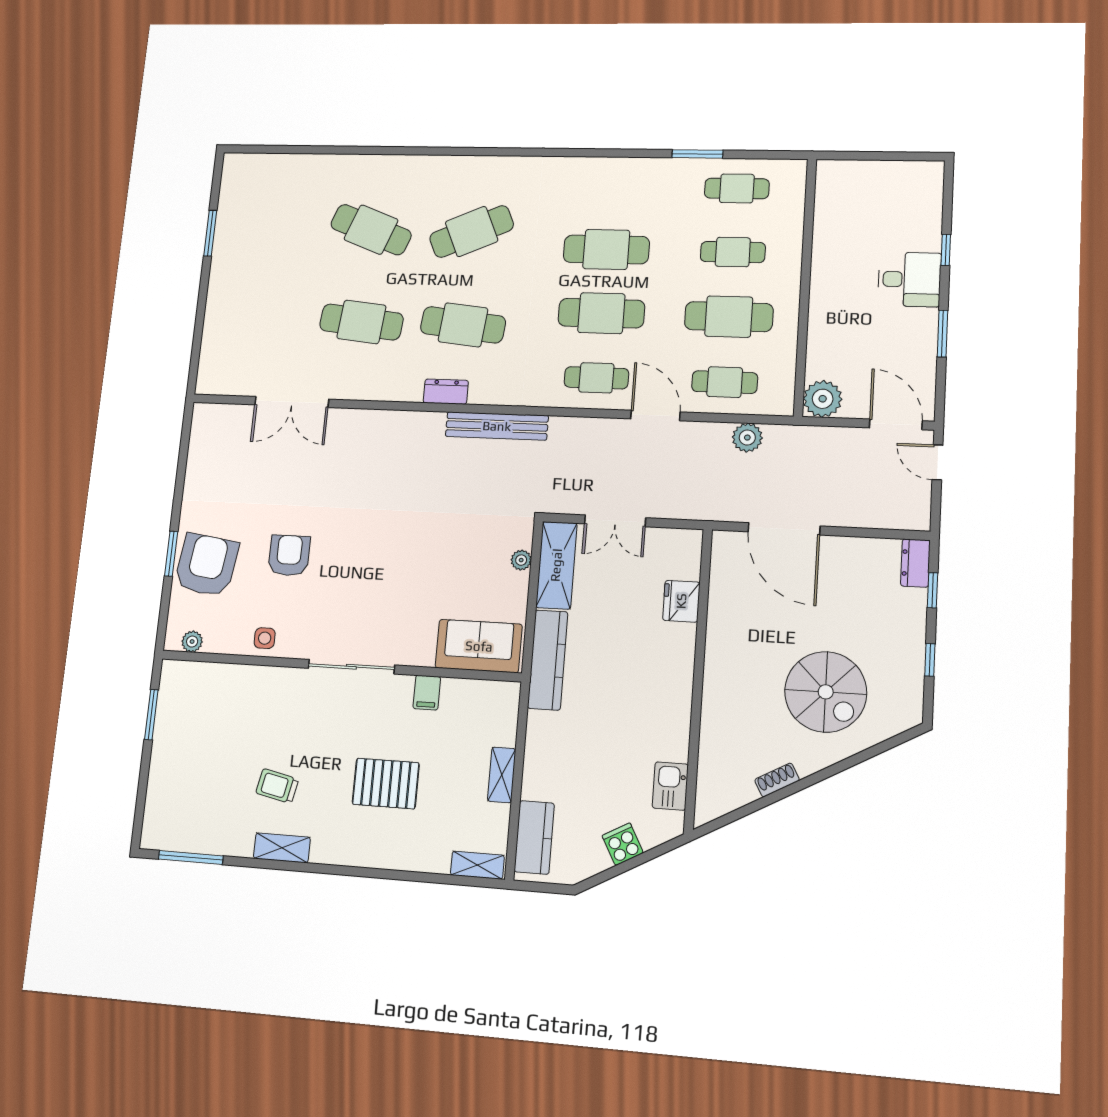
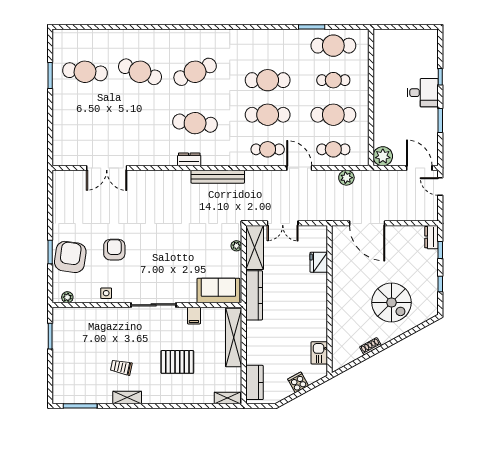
cafe table: (737, 188) -> (333, 46), width x1.37, depth x1.35
cafe table: (361, 322) -> (85, 72), moved
shelving: (502, 775) -> (234, 338), width x2.20, depth x1.33

